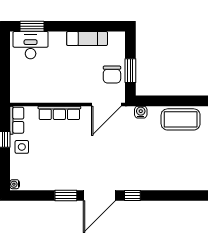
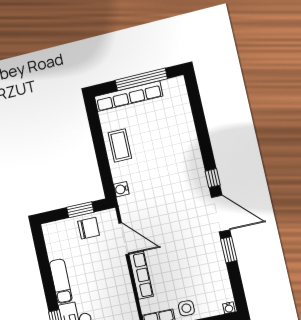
exam couch: (87, 39) -> (61, 281), moved
door: (106, 104) -> (124, 239), moved
coffee table: (181, 119) -> (120, 145), width x0.73, depth x0.76

